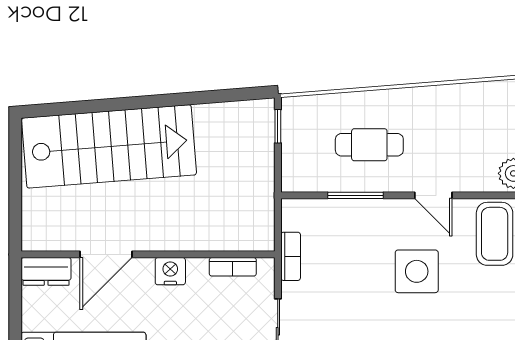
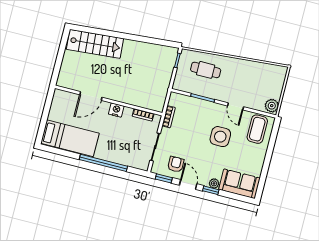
cafe table: (369, 145) -> (206, 70), moved
stairs: (109, 146) -> (95, 44), width x0.73, depth x0.66
dresser: (46, 271) -> (64, 97), removed

